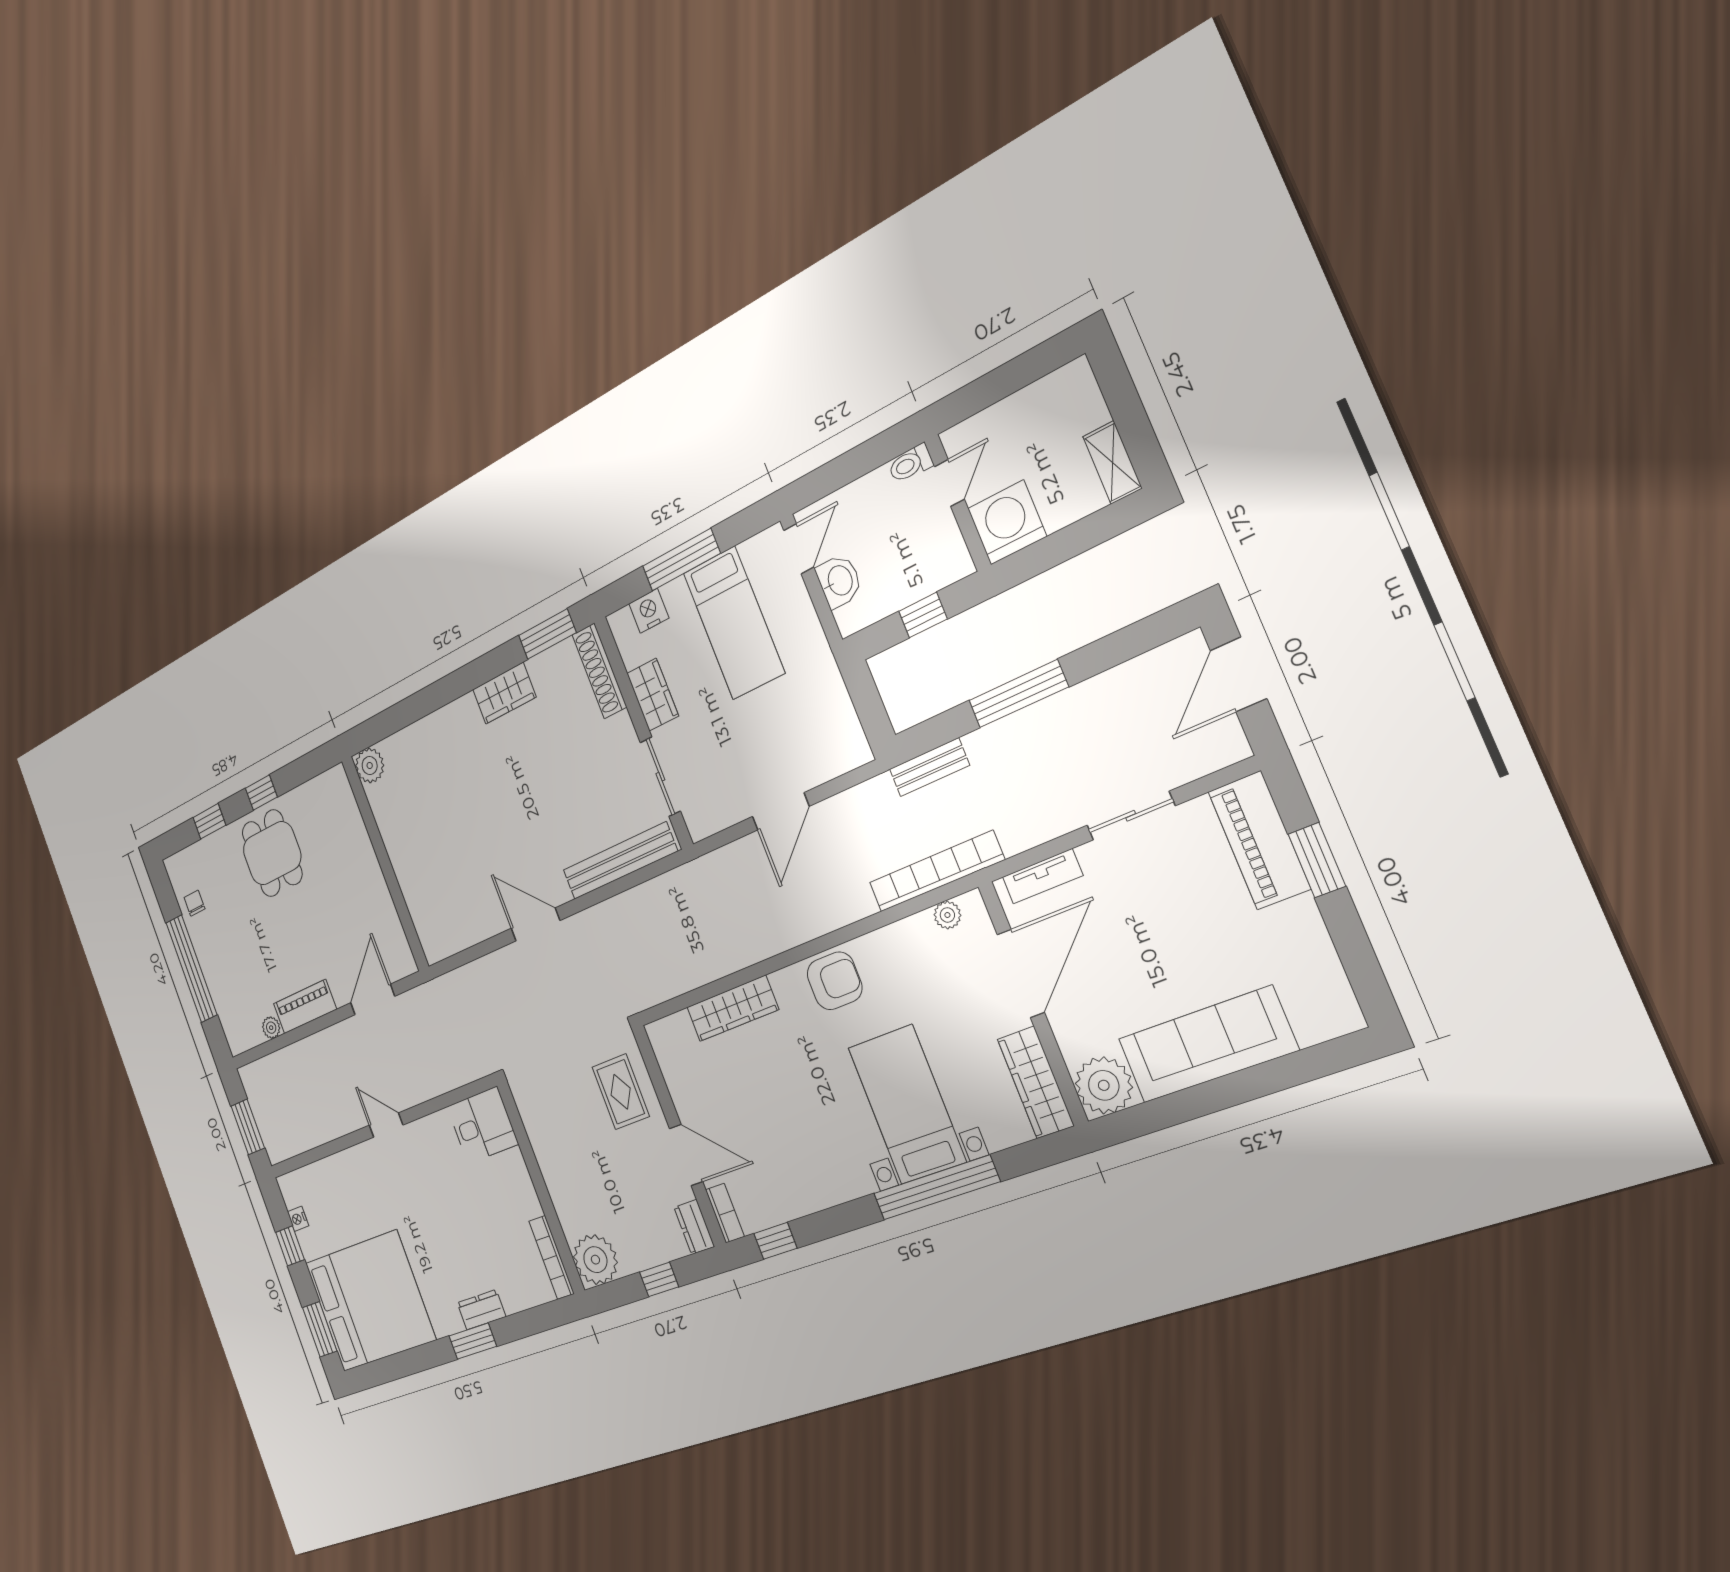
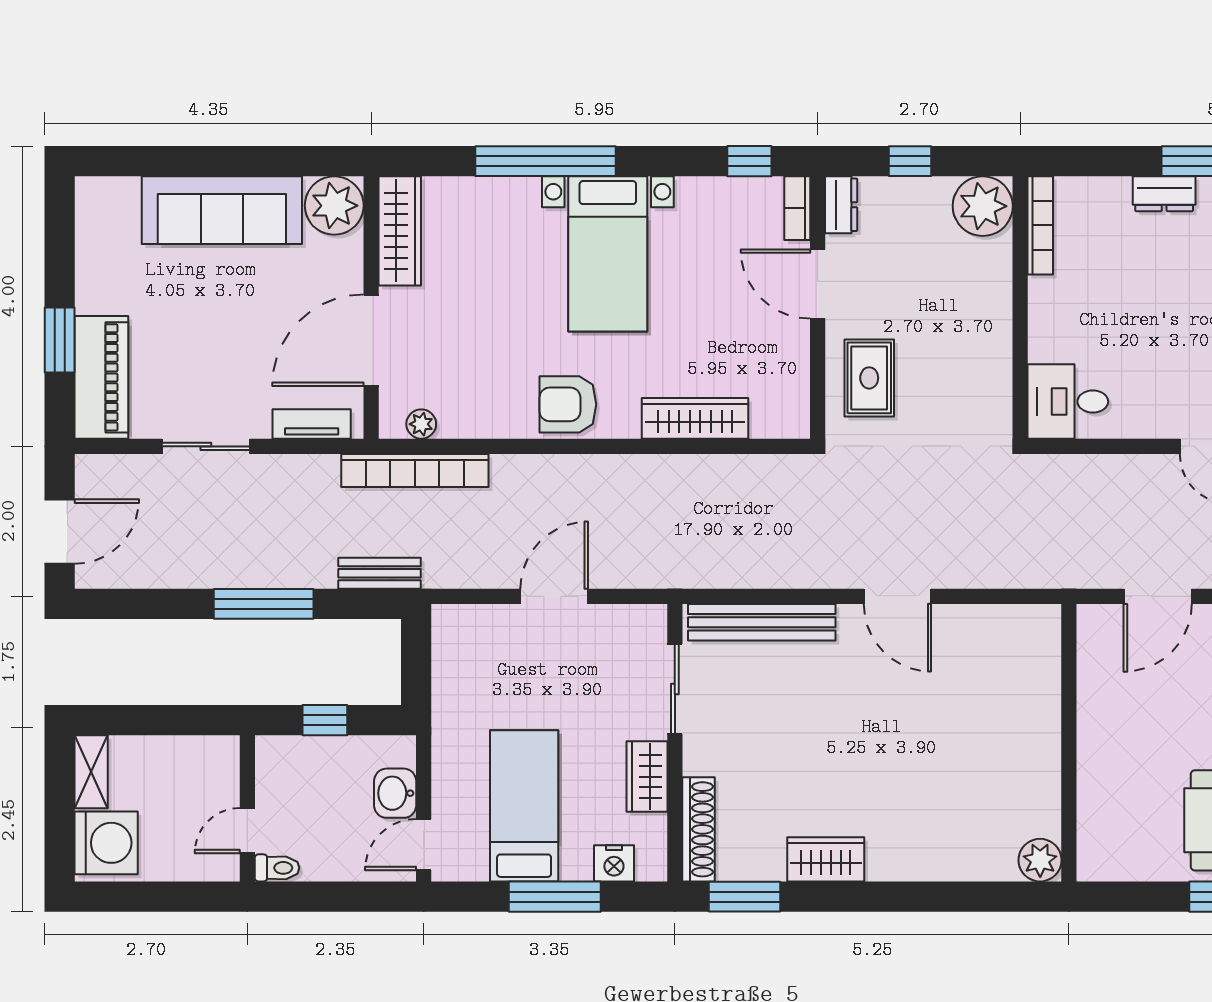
washing machine: (1007, 522) -> (106, 843), moved, turned -90
bed with nightstands: (907, 1104) -> (608, 254), moved

